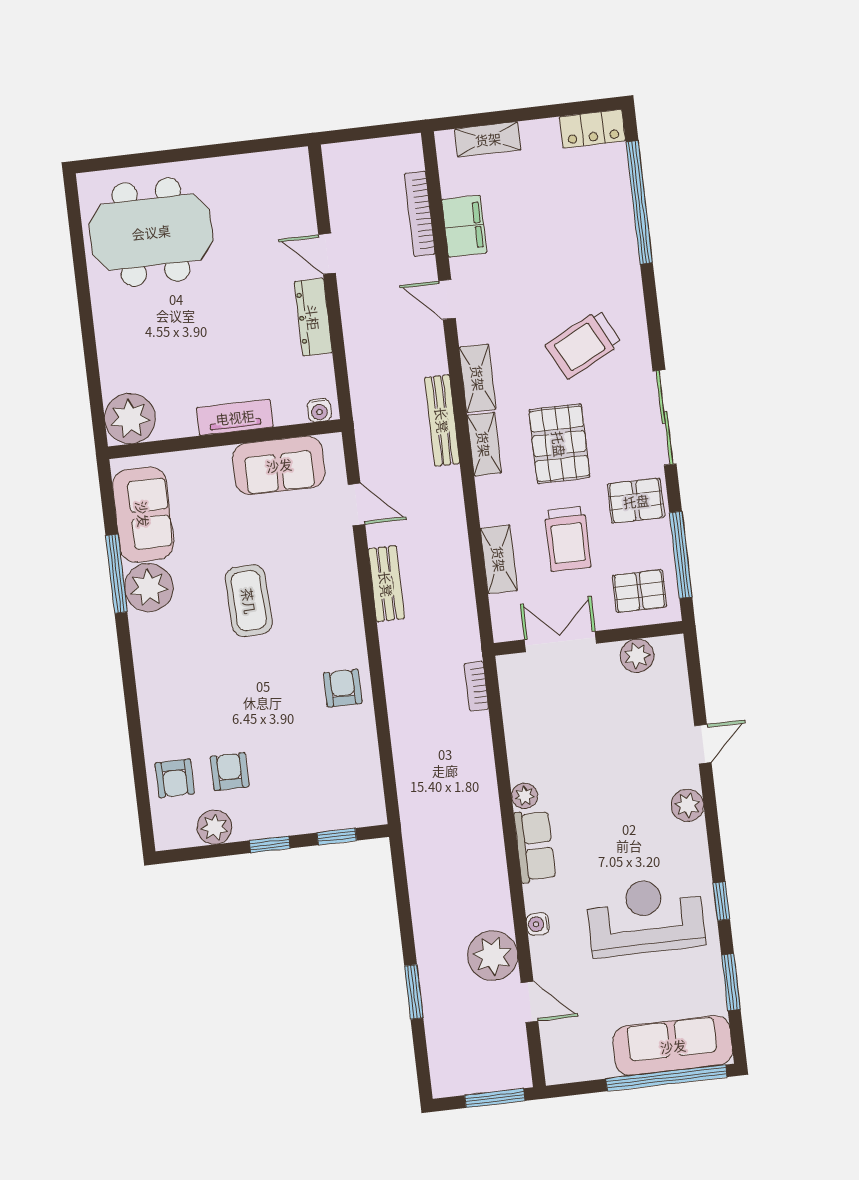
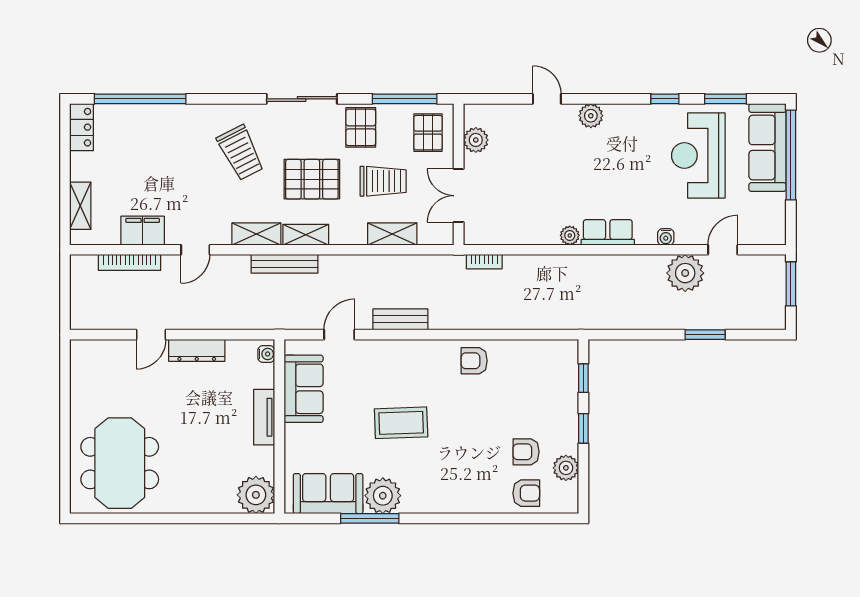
reception desk: (645, 917) -> (698, 155), moved

